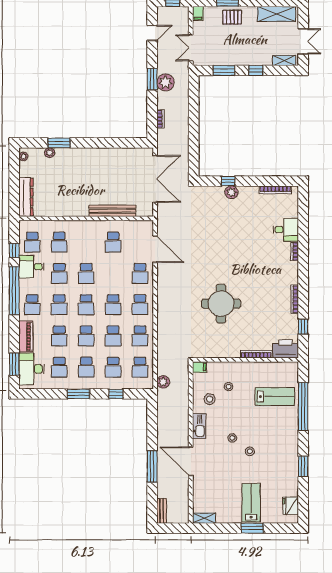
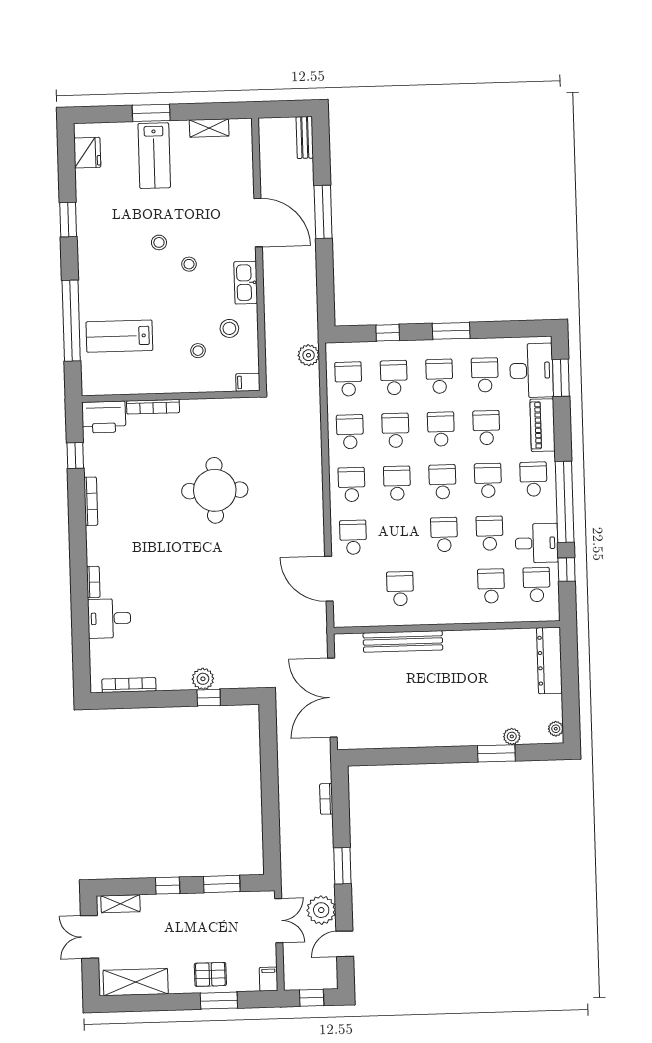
plant: (165, 82) -> (321, 910), moved
shelving: (204, 518) -> (209, 128), moved

